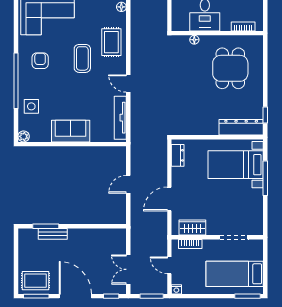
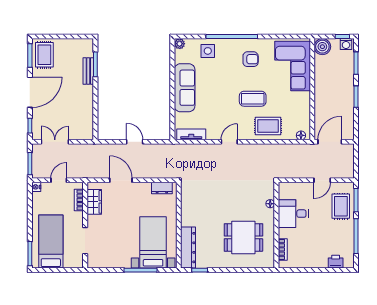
tv unit: (120, 118) -> (191, 134), width x0.71
sofa: (71, 131) -> (185, 88), width x1.36

